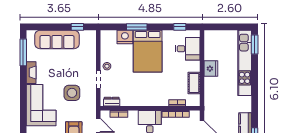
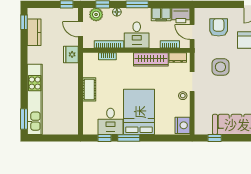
window: (137, 27) -> (129, 138), moved
nightstand: (125, 37) -> (182, 125), moved, turned -90
desk: (188, 49) -> (111, 121), moved, turned -90
fridge: (211, 69) -> (71, 54), moved
cot: (194, 83) -> (89, 89), moved
wardrobe: (137, 100) -> (151, 59), added

